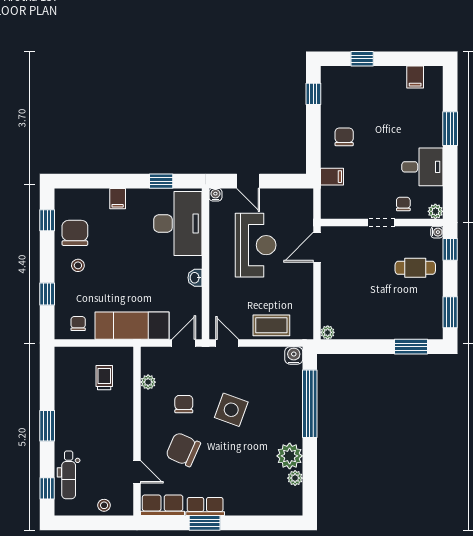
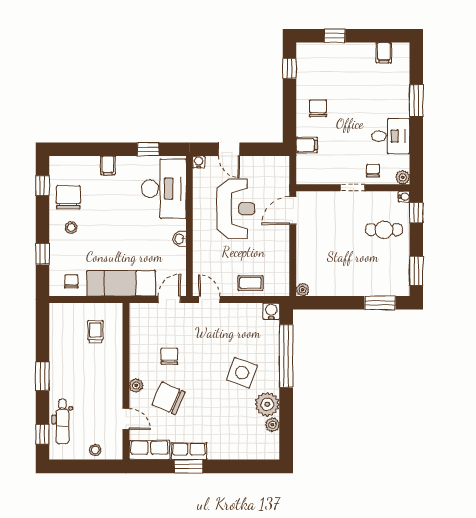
coffee table: (271, 325) -> (250, 283), width x0.73, depth x0.77
plant: (148, 382) -> (136, 385), moved
side table: (231, 410) -> (242, 373), moved

